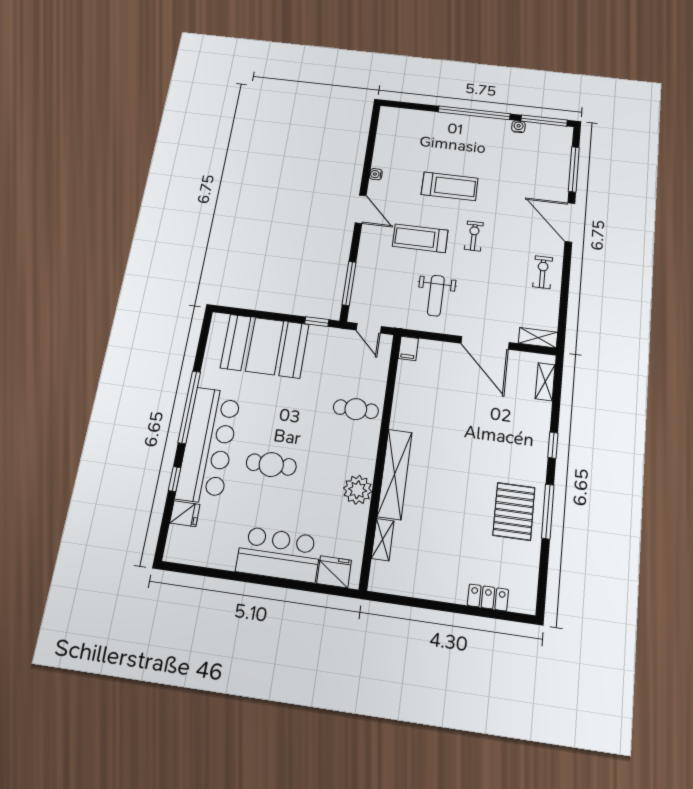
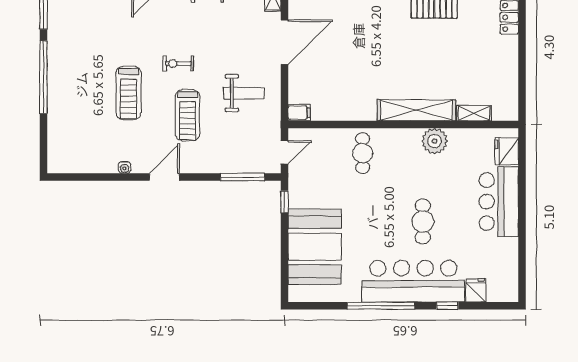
water cooler: (518, 127) -> (54, 31), removed
treadmill: (450, 186) -> (128, 93), turned 180

